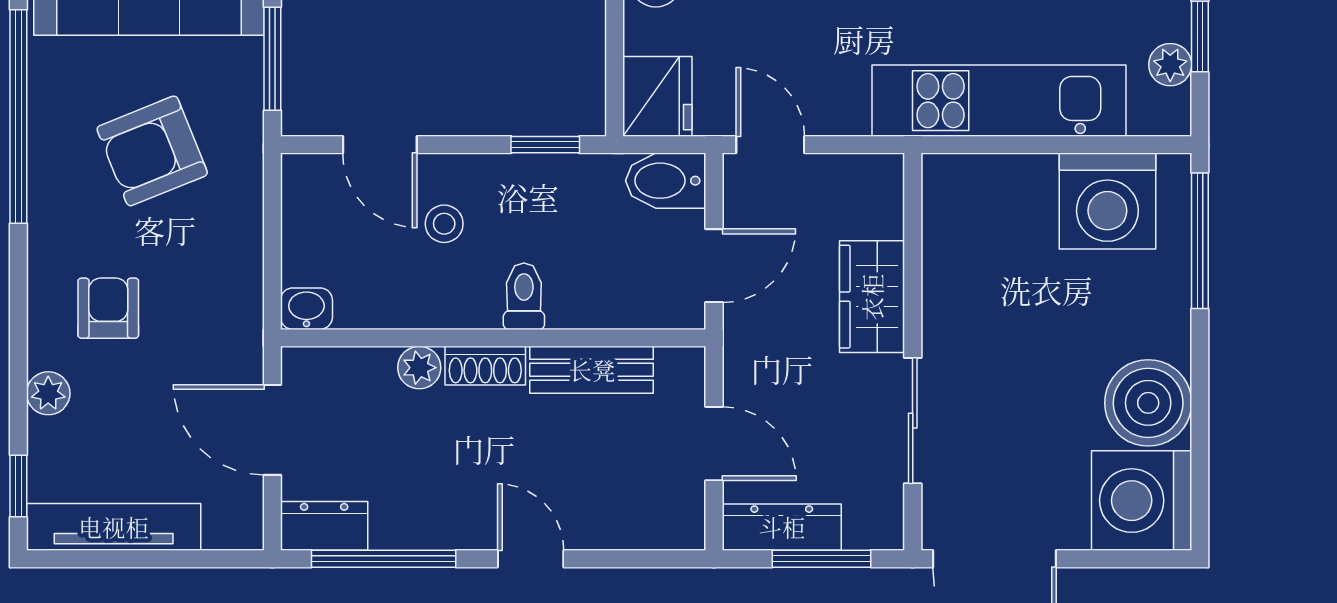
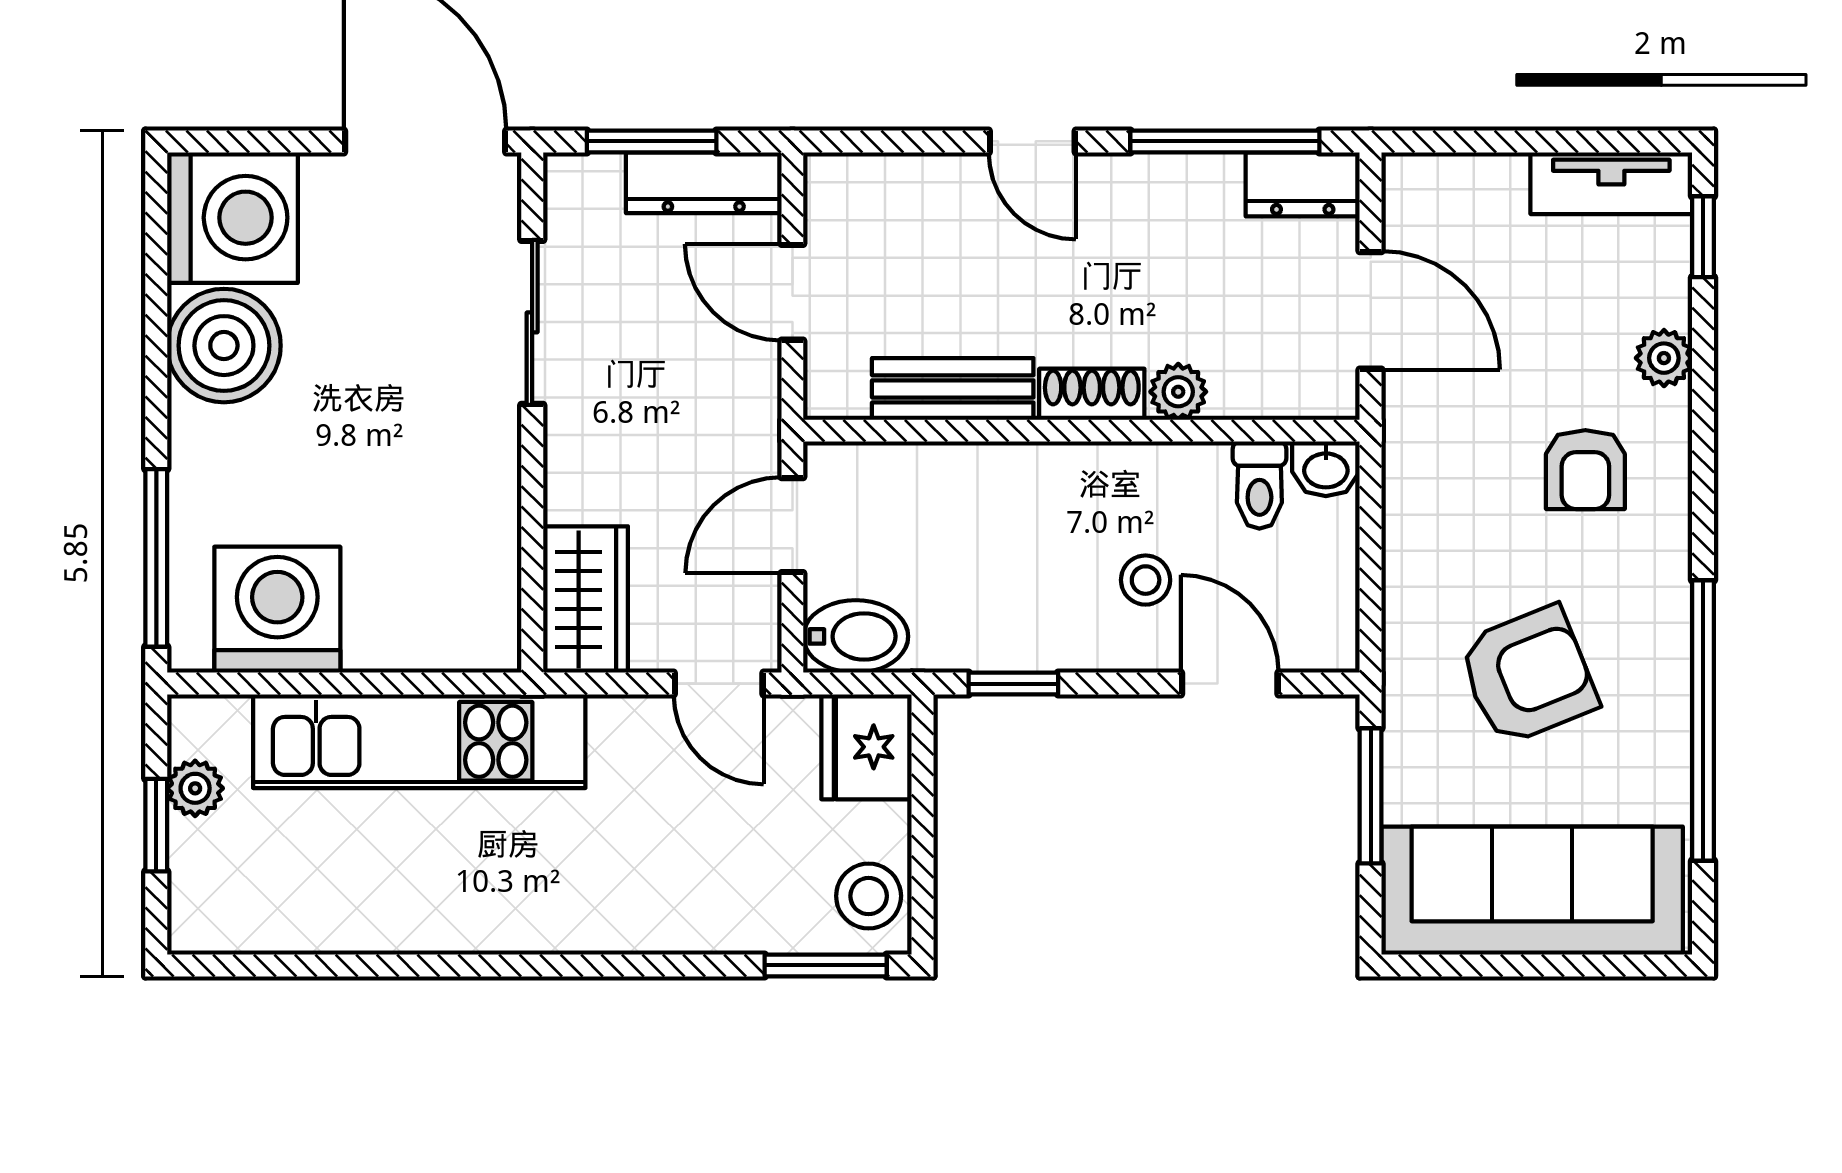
toilet: (524, 296) -> (1259, 485), moved
wardrobe: (872, 297) -> (585, 600), moved
tv unit: (114, 527) -> (1611, 183), width x0.71

